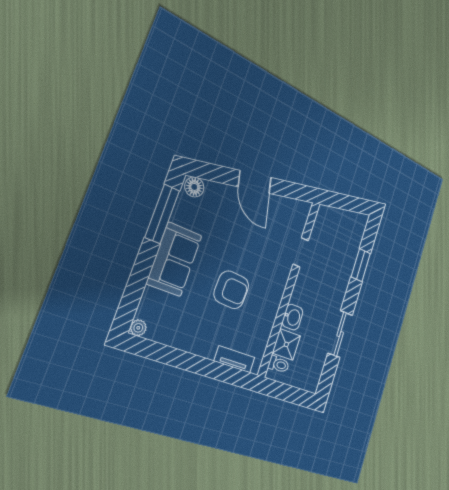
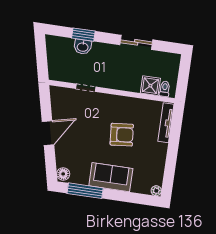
armchair: (231, 290) -> (122, 135), turned 82
washbasin: (293, 317) -> (83, 47), moved, turned 180
tv unit: (234, 359) -> (166, 123), width x1.41

